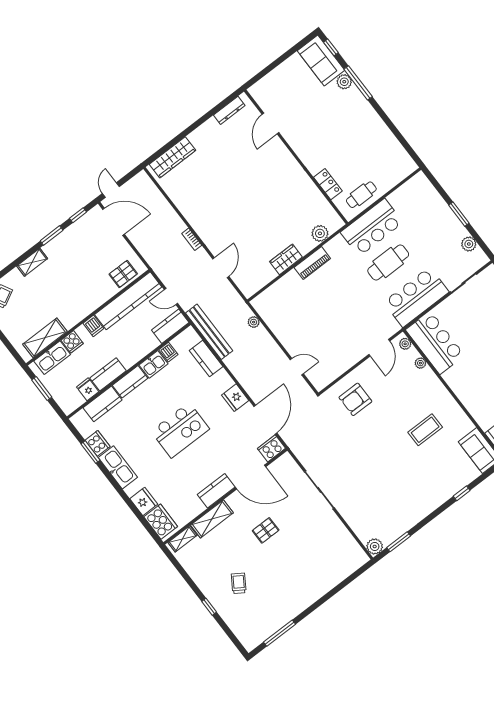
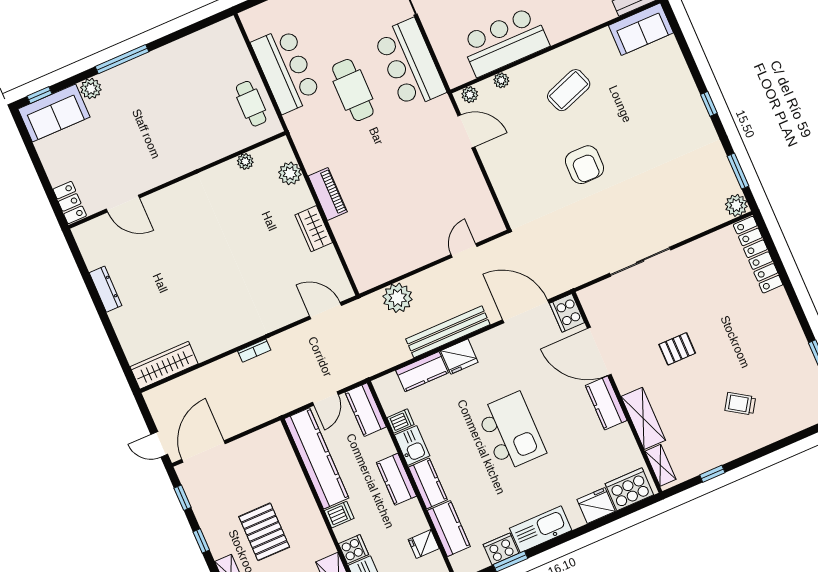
window: (358, 83) -> (122, 59), moved
dresser: (229, 110) -> (105, 289), moved
wardrobe: (173, 157) -> (164, 365), moved, turned -90
locker: (328, 184) -> (70, 202), moved, turned 90
plant: (321, 201) -> (245, 161), added
bar counter: (372, 227) -> (286, 70), moved
window: (52, 235) -> (201, 541), width x0.67
door: (221, 268) -> (325, 311), moved
pallet: (123, 274) -> (264, 532), moved, width x1.50, depth x1.42
plant: (254, 322) -> (398, 298), width x1.88, depth x1.88
bench: (209, 332) -> (448, 332), moved
bar counter: (435, 343) -> (505, 42), moved
kitchen counter: (108, 374) -> (396, 479), moved
fridge: (235, 398) -> (459, 357), moved
armchair: (355, 399) -> (584, 165), moved
coffee table: (425, 430) -> (569, 90), moved, turned 70
door: (250, 477) -> (599, 351), swing flipped
window: (462, 493) -> (709, 104), moved
pallet: (266, 530) -> (677, 349), turned 90
locker: (344, 570) -> (758, 255), added
window: (209, 607) -> (712, 474), moved

